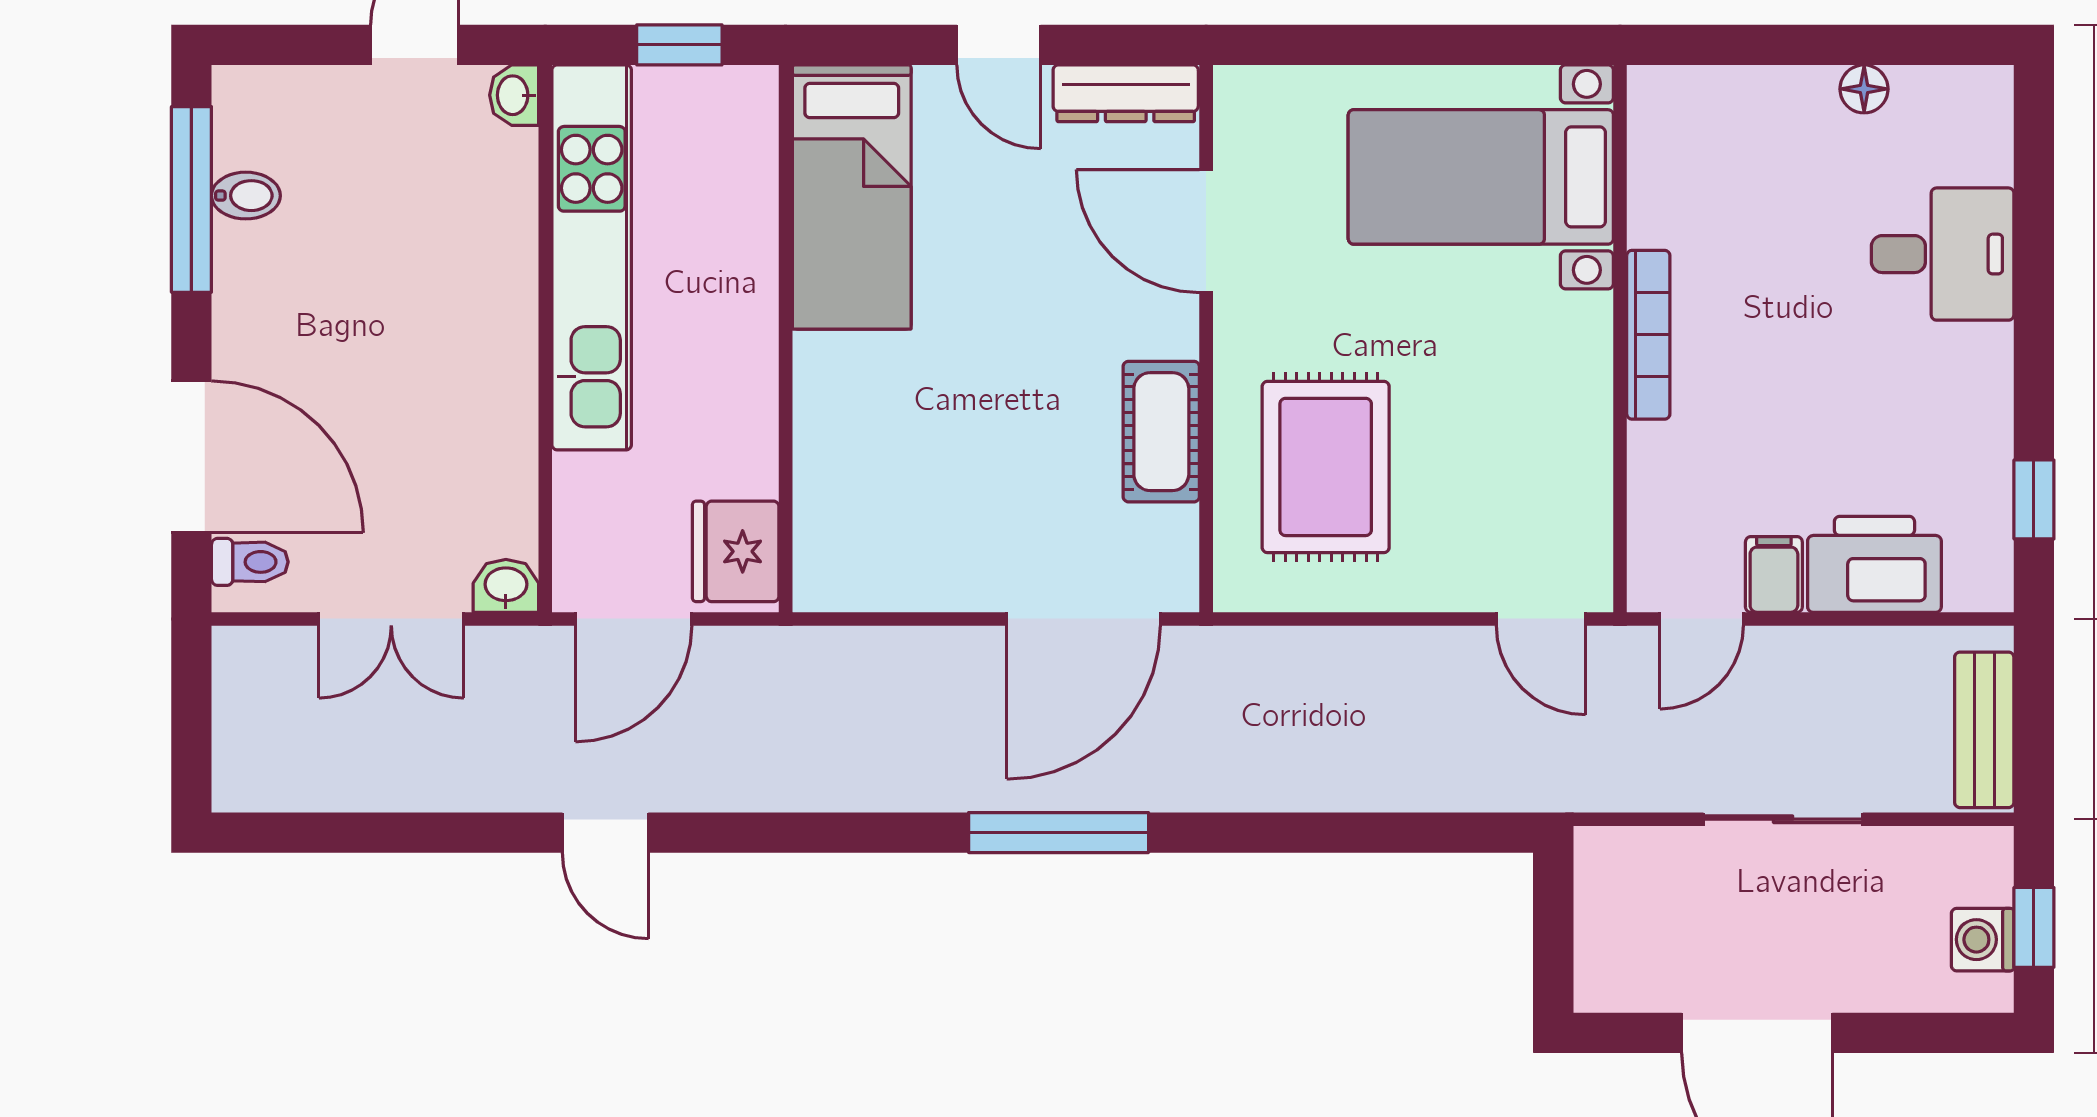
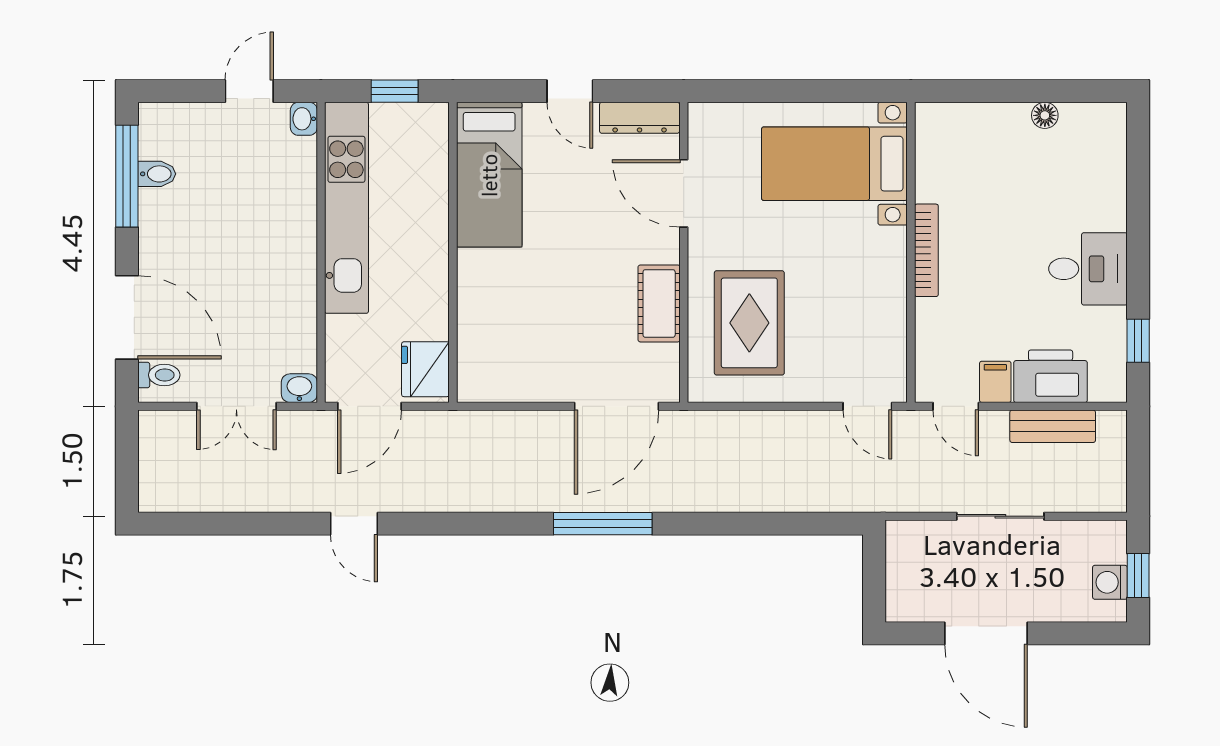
desk: (1943, 254) -> (1088, 269), moved
door: (1702, 619) -> (956, 406), hinge flipped
bench: (1984, 730) -> (1053, 426), moved, turned 90

